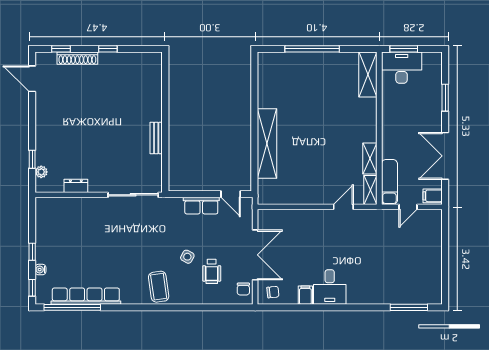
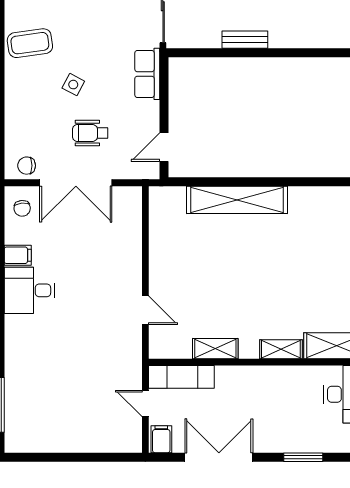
shelving: (370, 190) -> (281, 349), moved
row of seats: (201, 206) -> (147, 74), moved
wheelchair: (212, 271) -> (90, 133), moved

